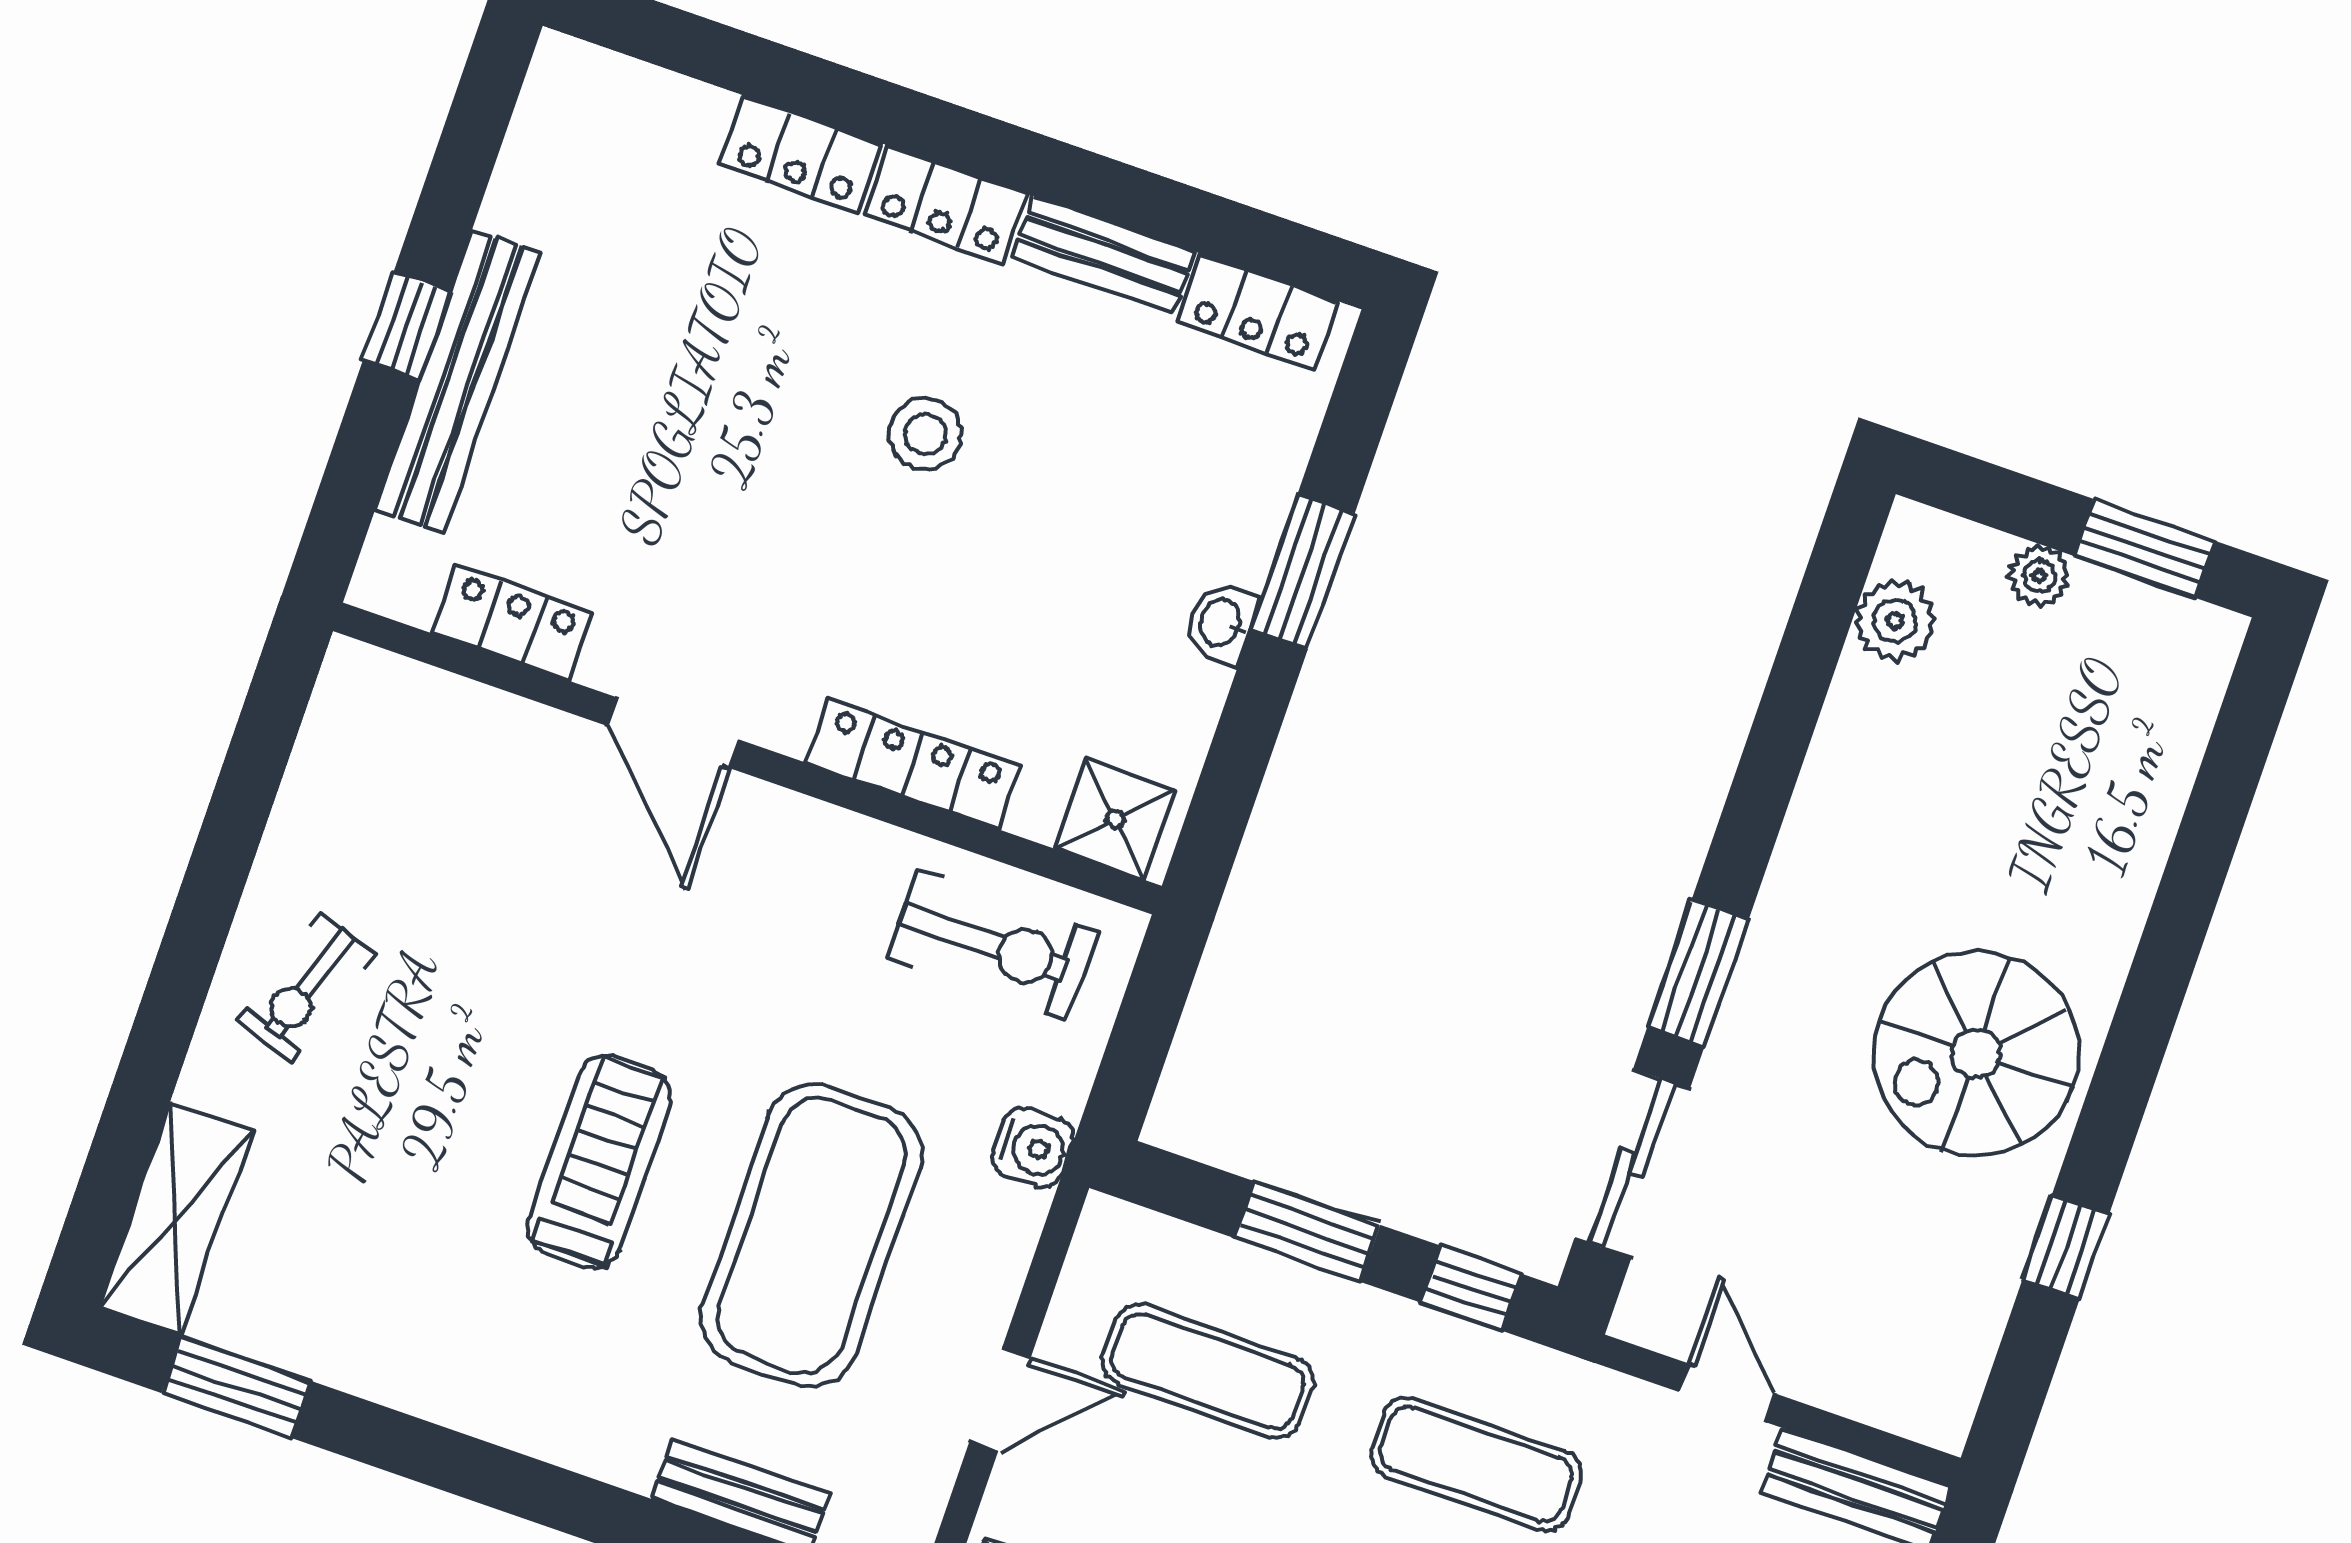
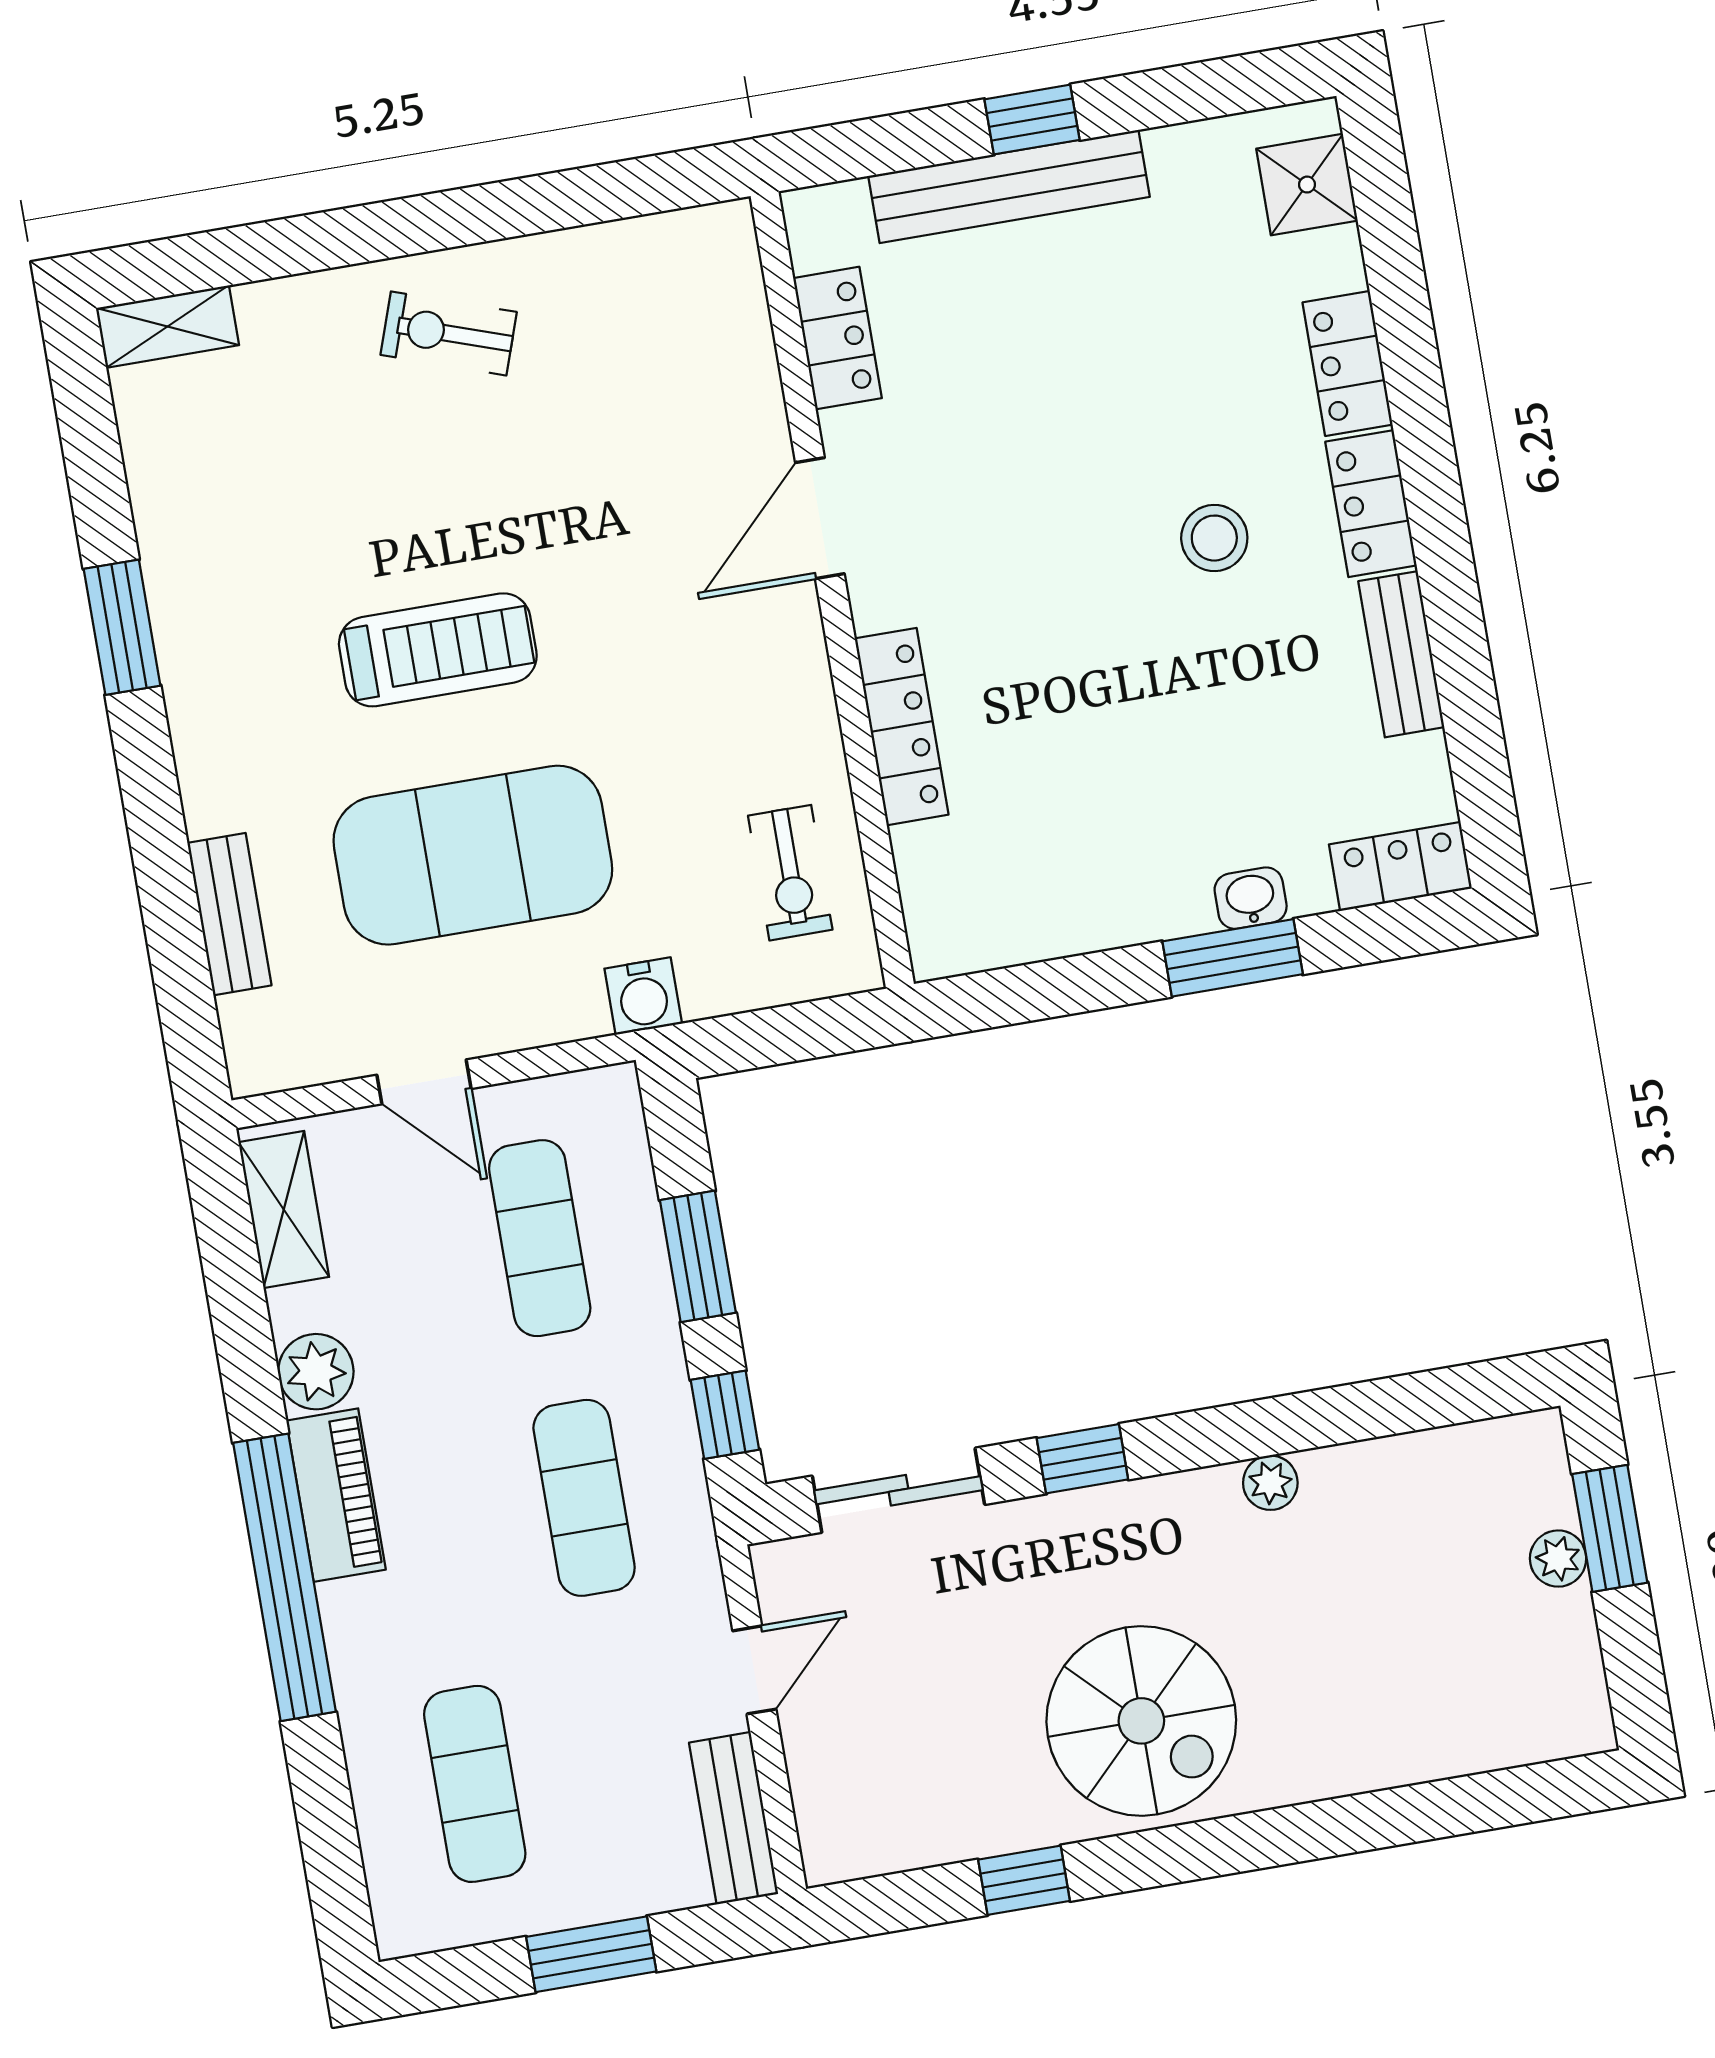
locker: (1257, 311) -> (1400, 866), moved, turned 90
stool: (925, 434) -> (1214, 538), moved
window: (2144, 548) -> (1610, 1528), moved
plant: (1895, 621) -> (1270, 1483), moved, width x0.73, depth x0.73
washbasin: (1221, 623) -> (1251, 898), moved
shower: (1115, 820) -> (1307, 185), moved
exercise bike: (993, 945) -> (790, 873), width x0.73, depth x0.72
window: (1698, 973) -> (1082, 1459), width x0.67
spiral stairs: (1976, 1054) -> (1141, 1721), turned 180
shelving: (176, 1219) -> (167, 326), width x0.67, depth x0.75
window: (237, 1387) -> (122, 627), moved

